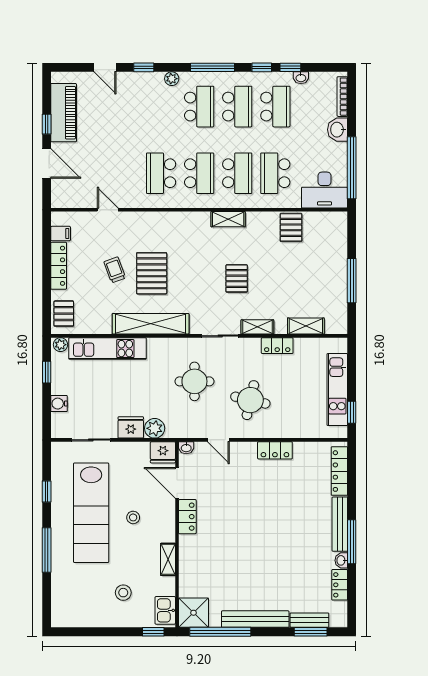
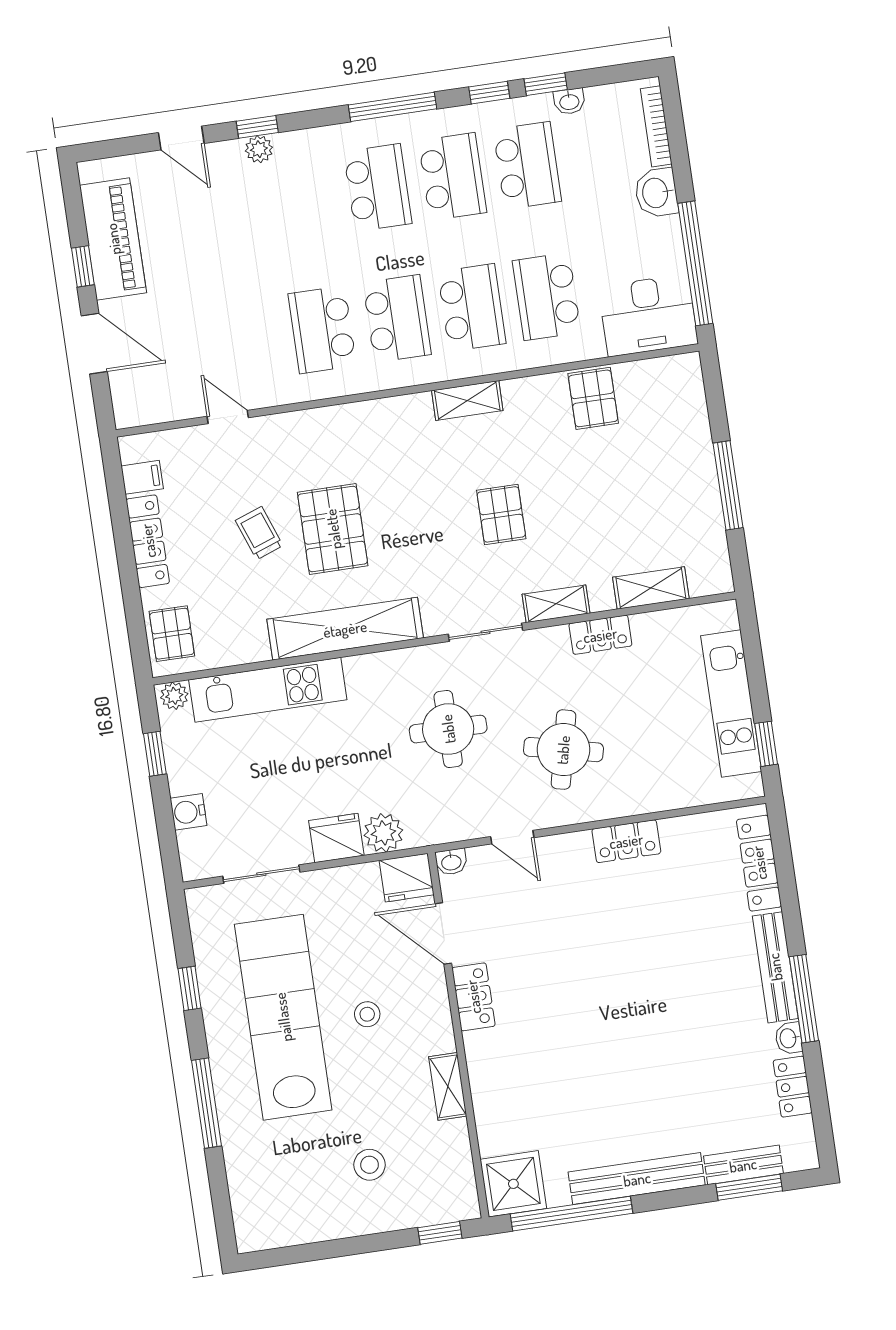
plant: (172, 79) -> (259, 149), moved
lab bench: (91, 513) -> (283, 1017), turned 180
kitchen sink: (165, 610) -> (457, 1187), removed

